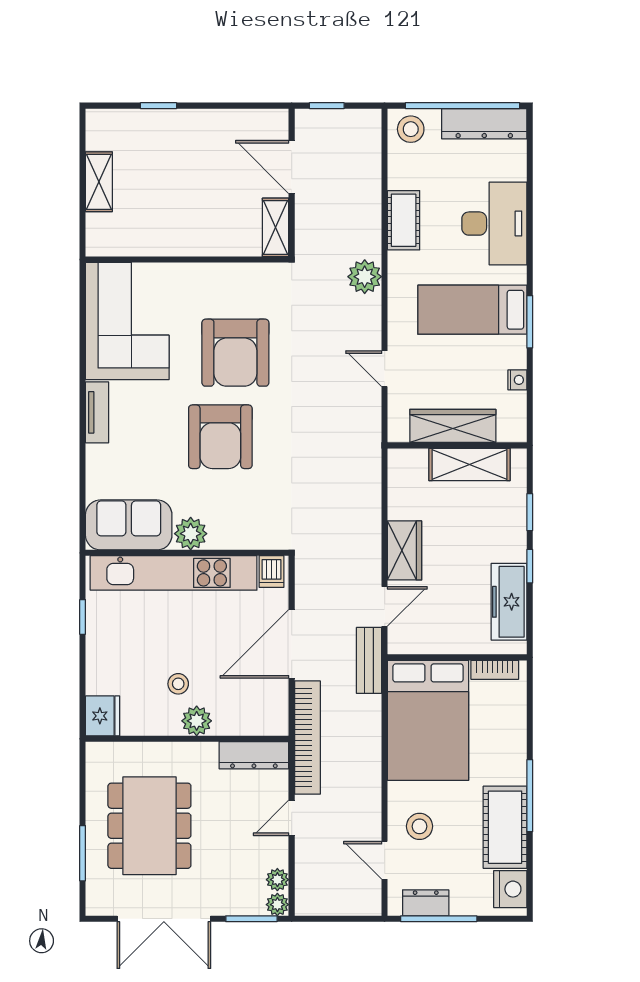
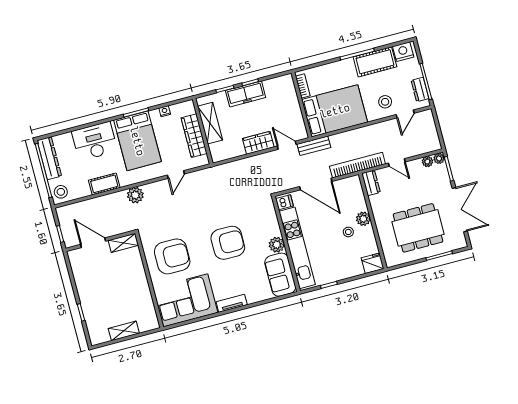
door: (292, 167) -> (93, 243), swing flipped
bed: (472, 310) -> (137, 141), width x1.50
armchair: (235, 353) -> (172, 256), moved
freezer: (509, 602) -> (246, 94), moved
dresser: (254, 755) -> (371, 183), width x0.70

